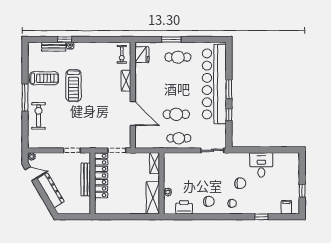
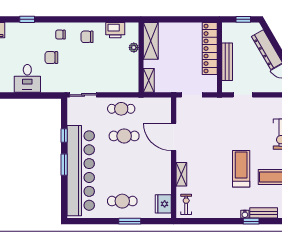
locker: (101, 176) -> (210, 49), moved
window: (72, 217) -> (243, 19), added

